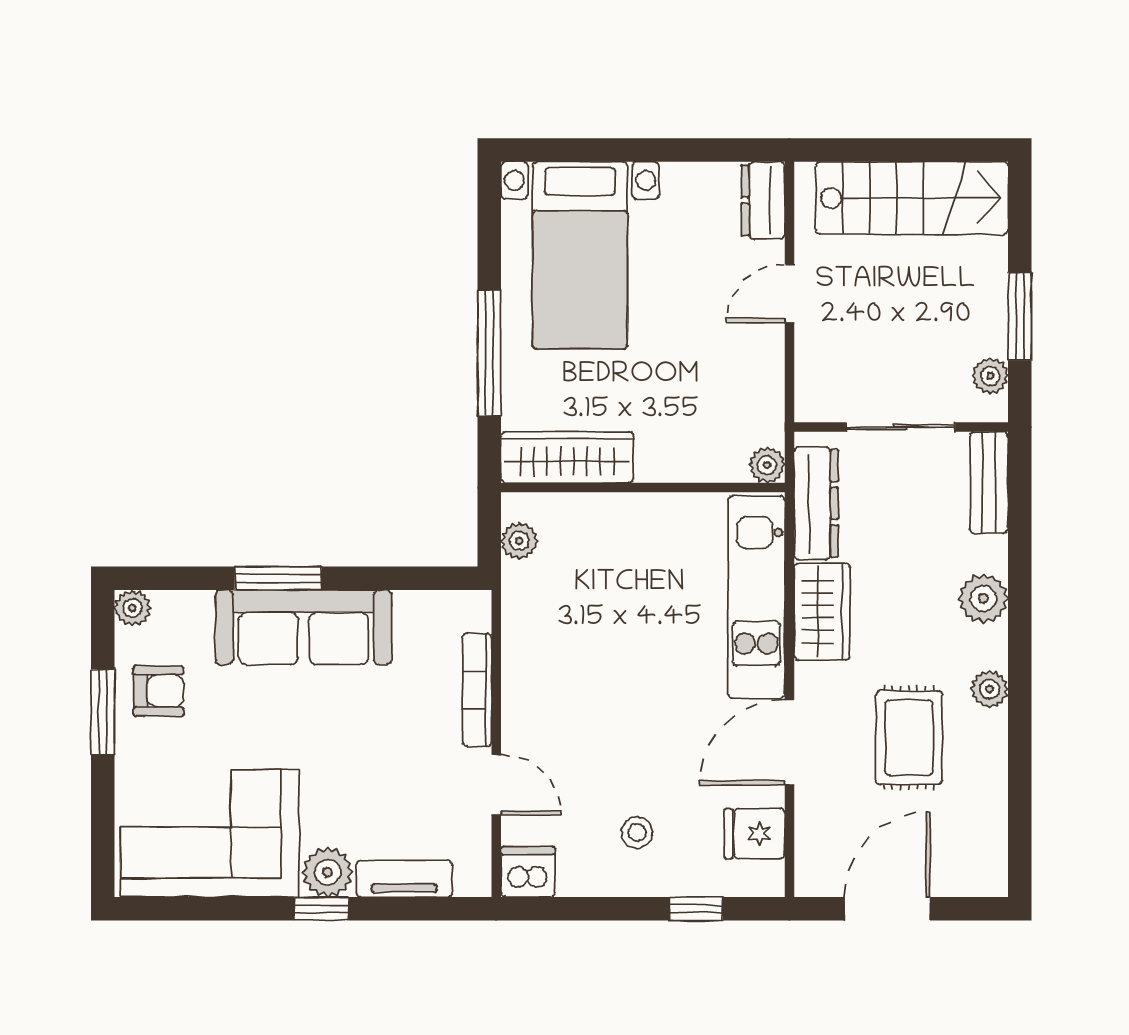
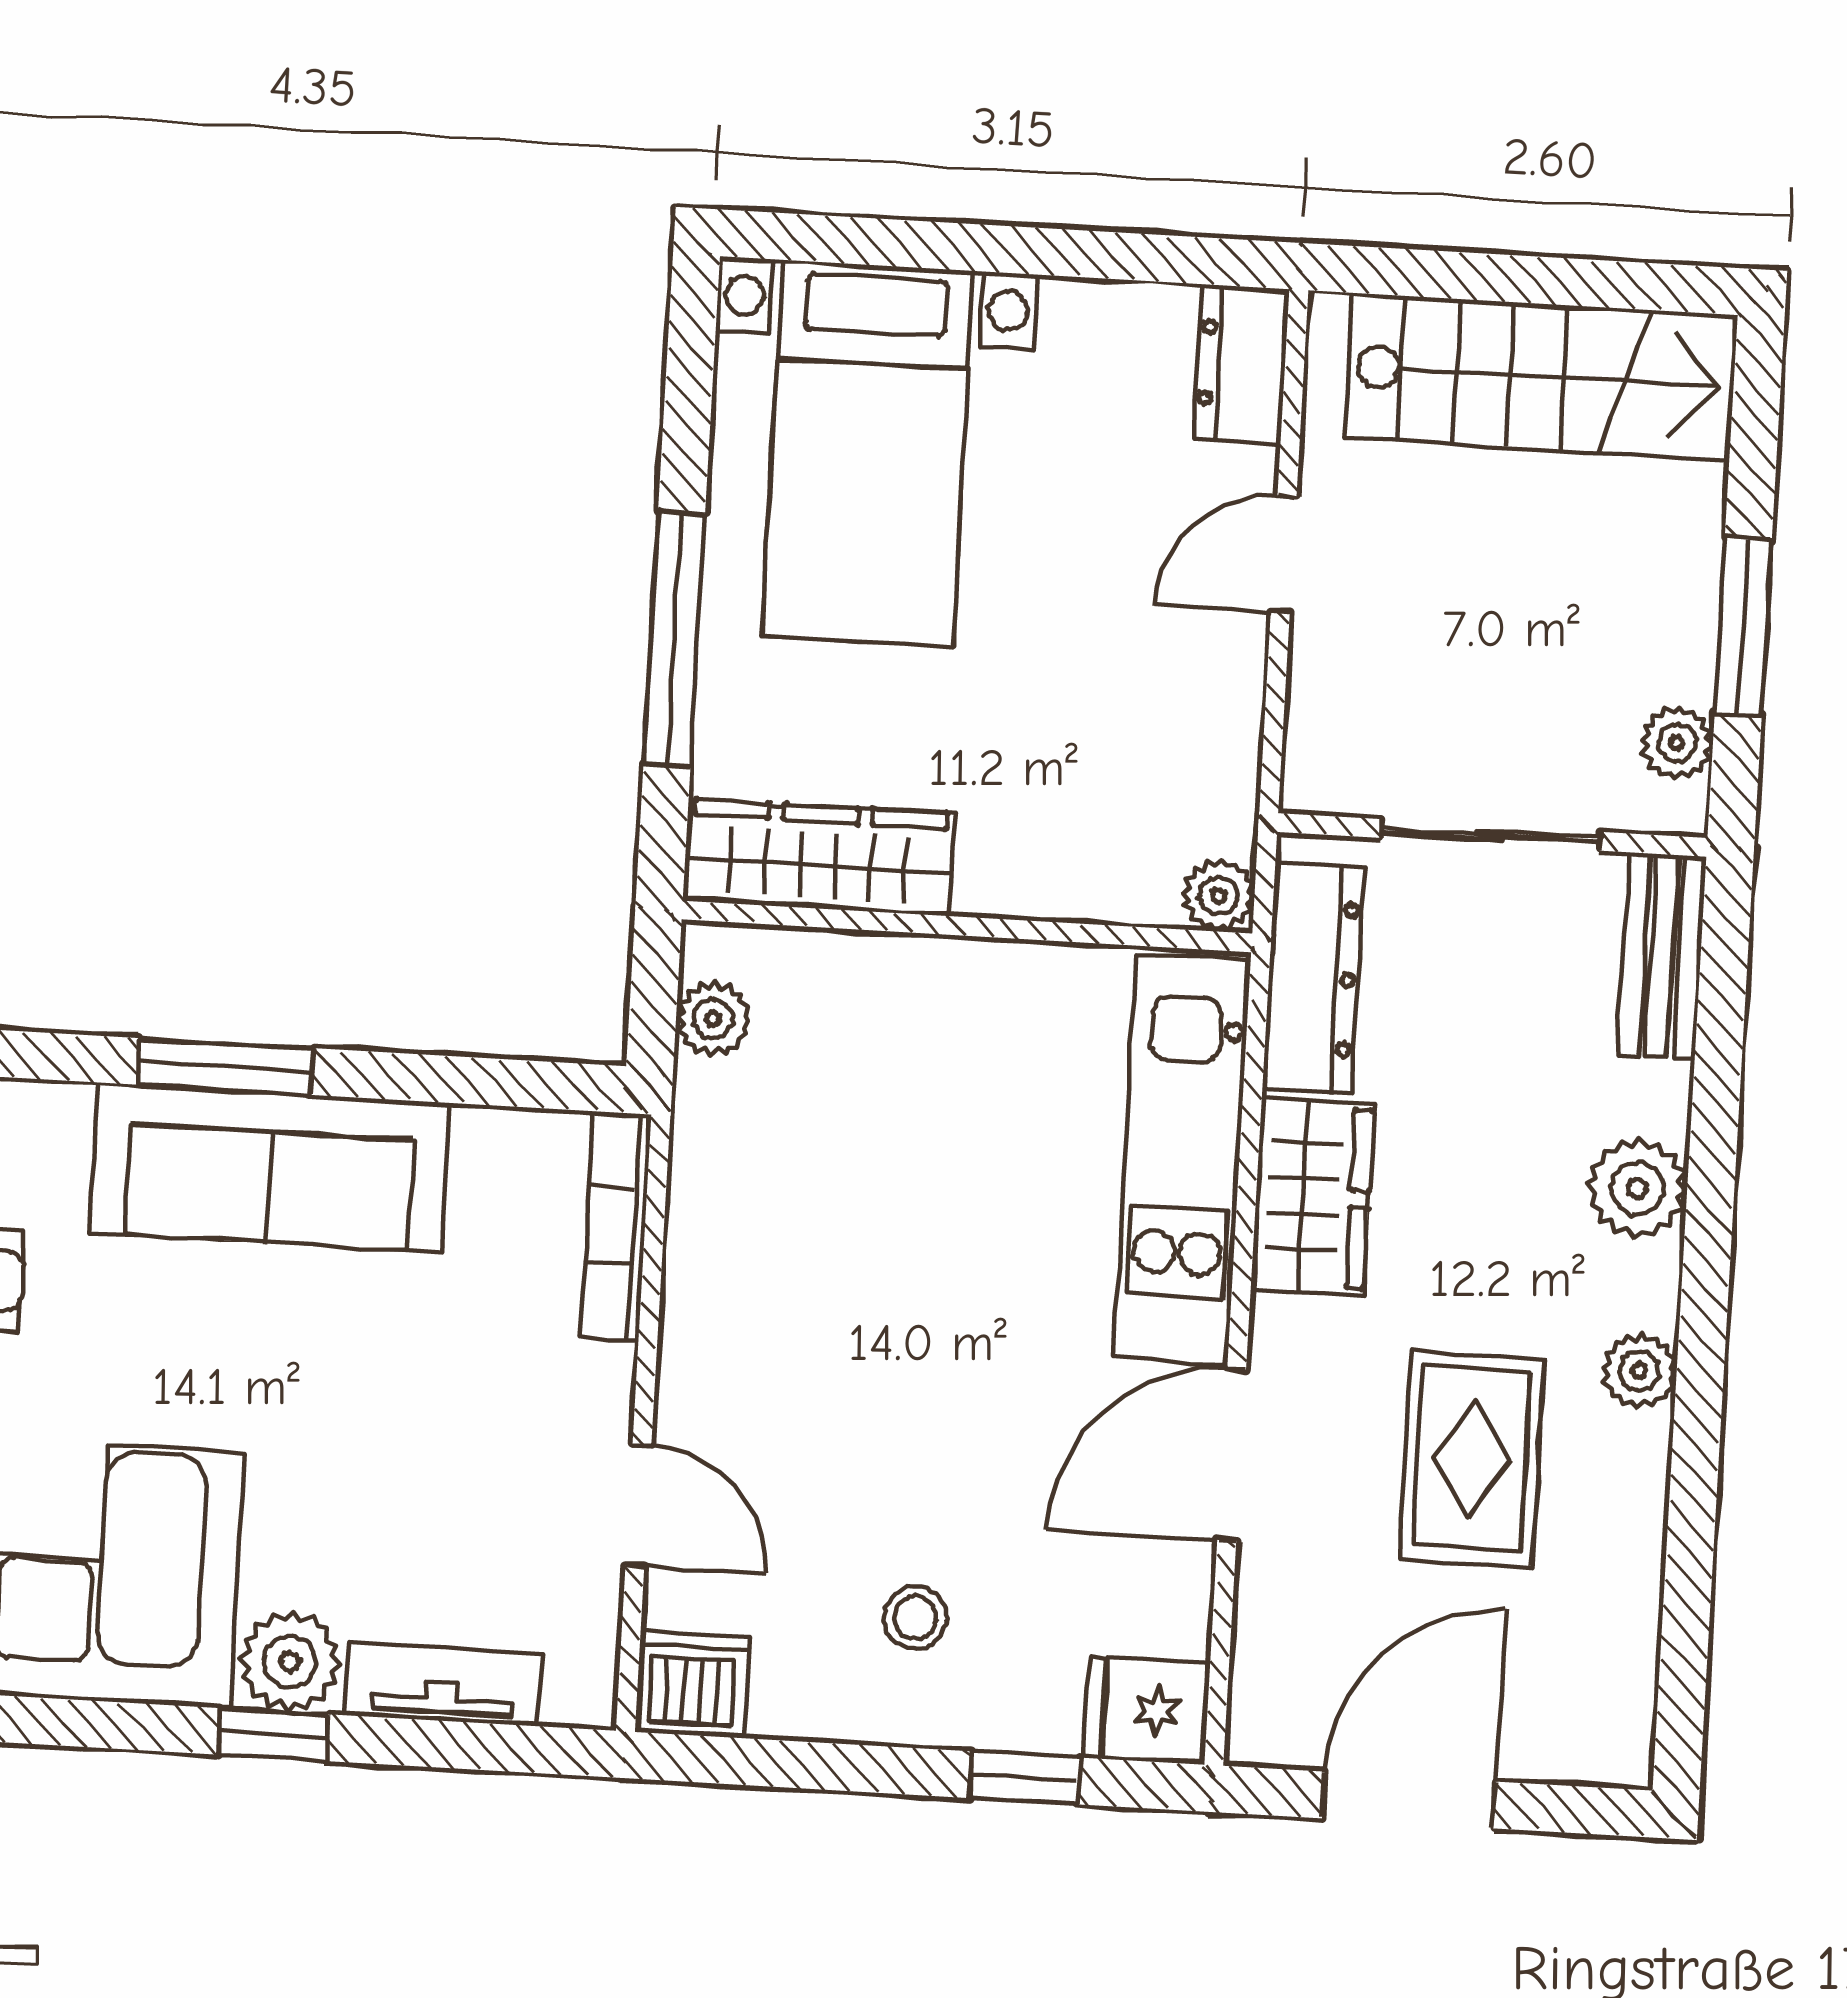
bookcase: (477, 690) -> (616, 1226), moved
fridge: (755, 834) -> (1147, 1710), moved

